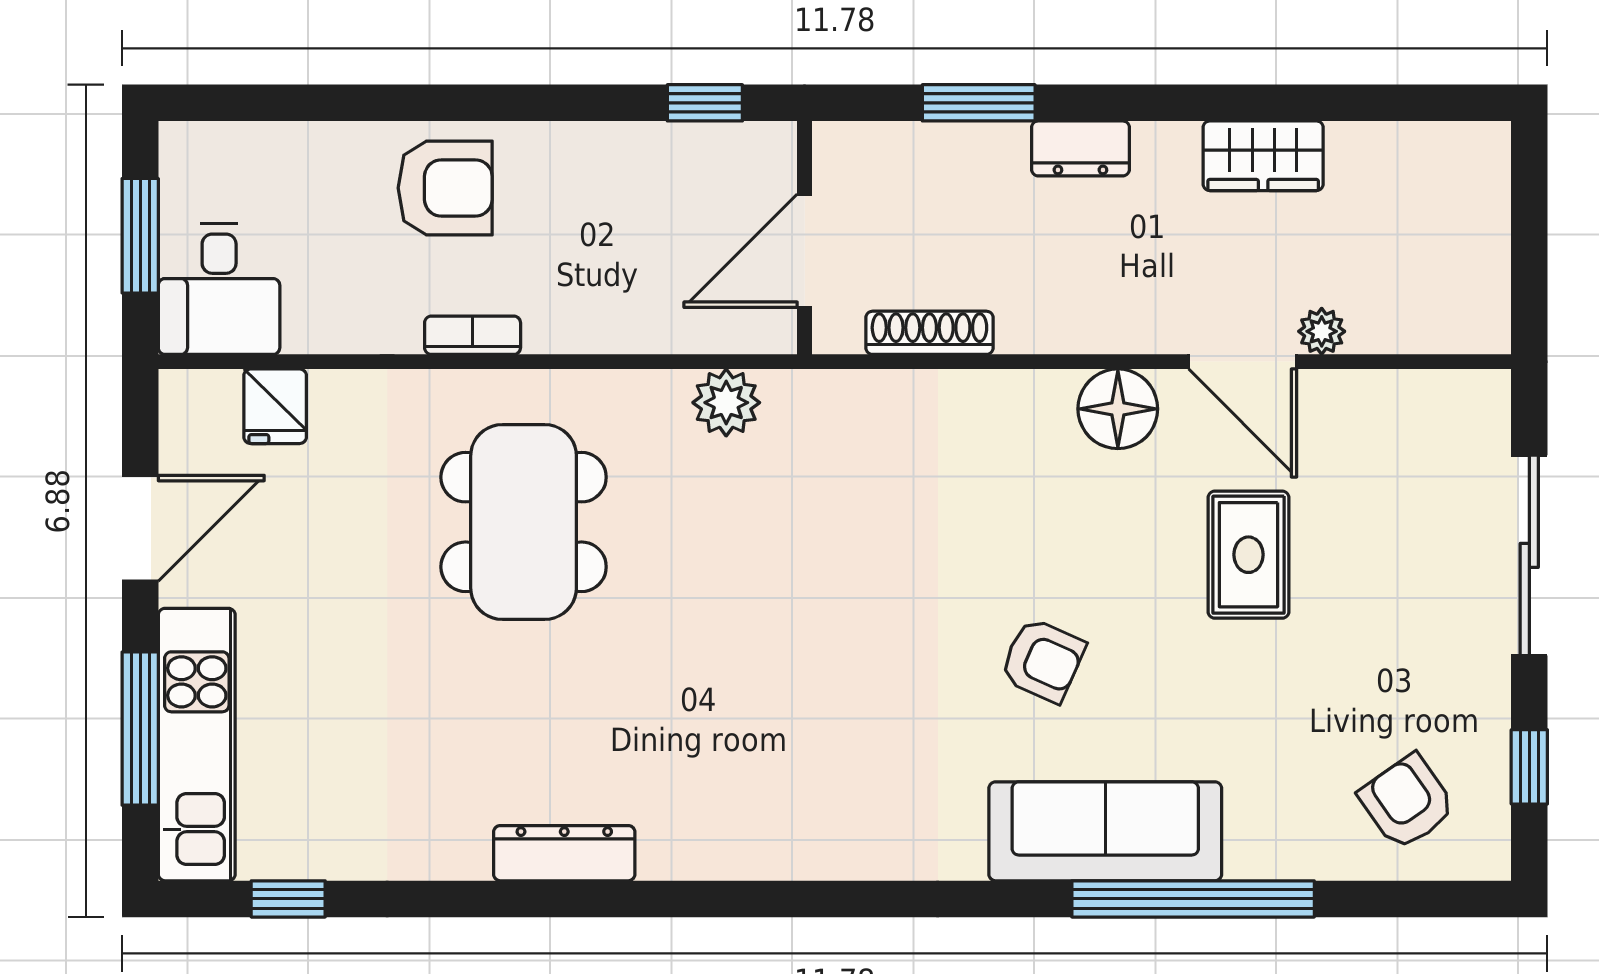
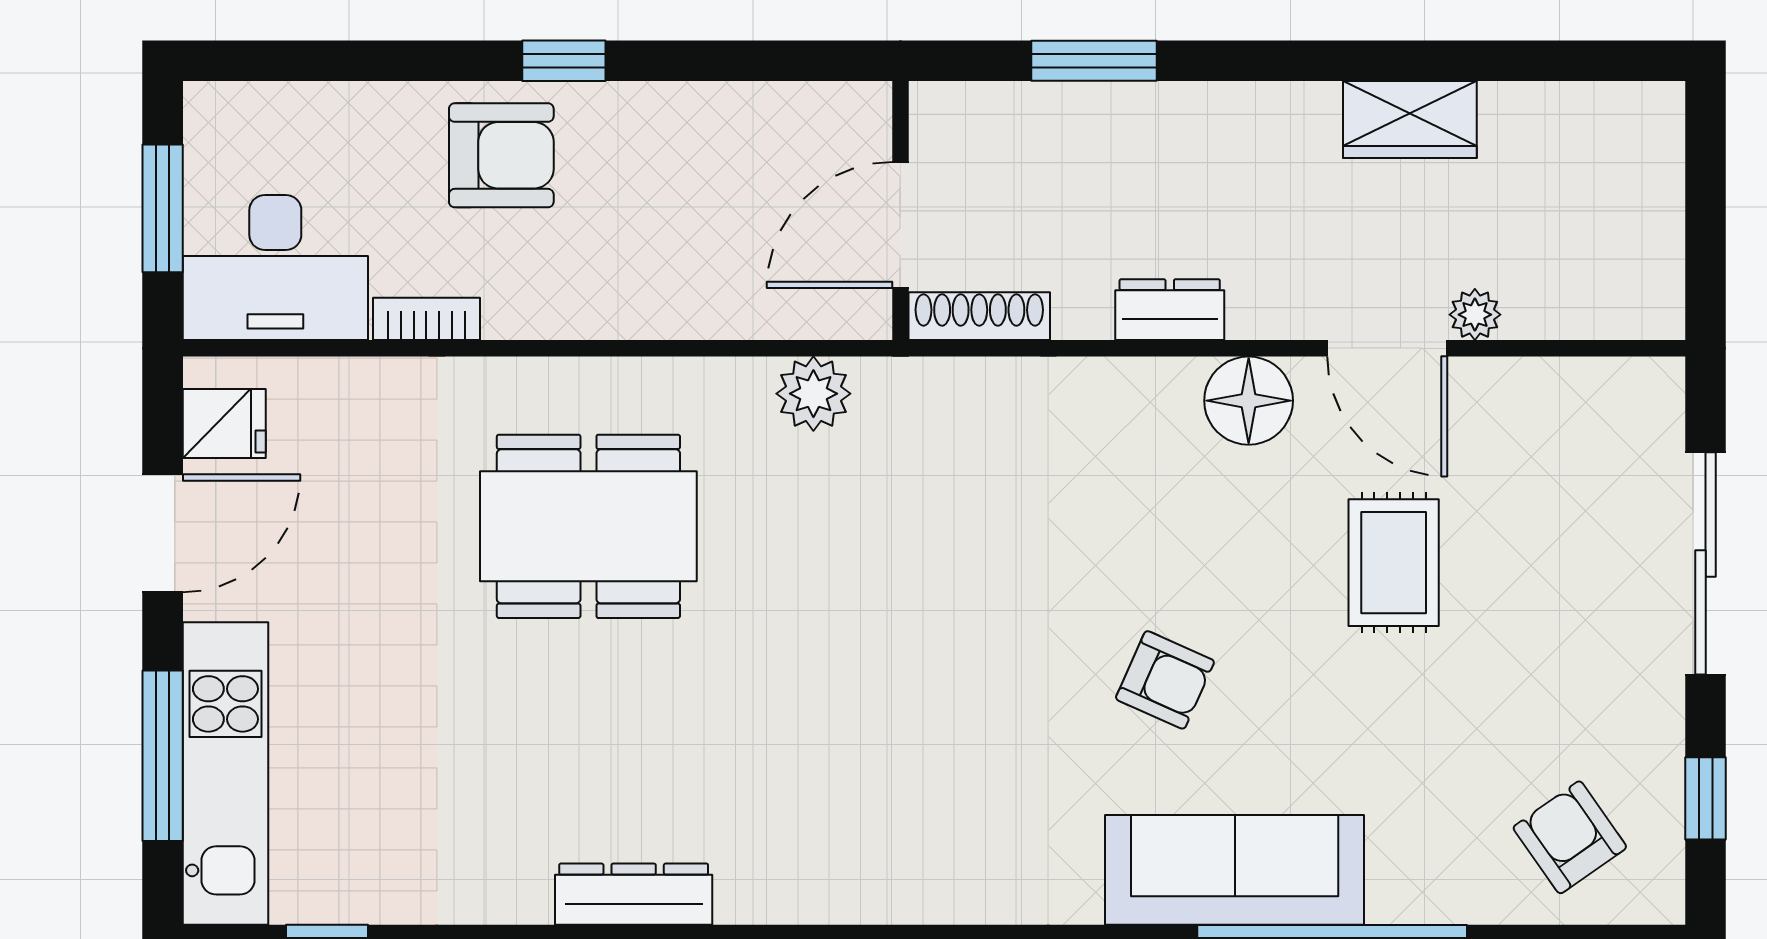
window: (705, 103) -> (564, 61), moved
dresser: (1080, 148) -> (1170, 310), moved, turned 180
desk: (219, 289) -> (275, 268), width x1.37
shoe rack: (929, 333) -> (979, 316), moved
bookcase: (473, 335) -> (426, 319), moved
fridge: (275, 406) -> (224, 424), moved, turned -90
dining table: (524, 522) -> (588, 526), turned 90

